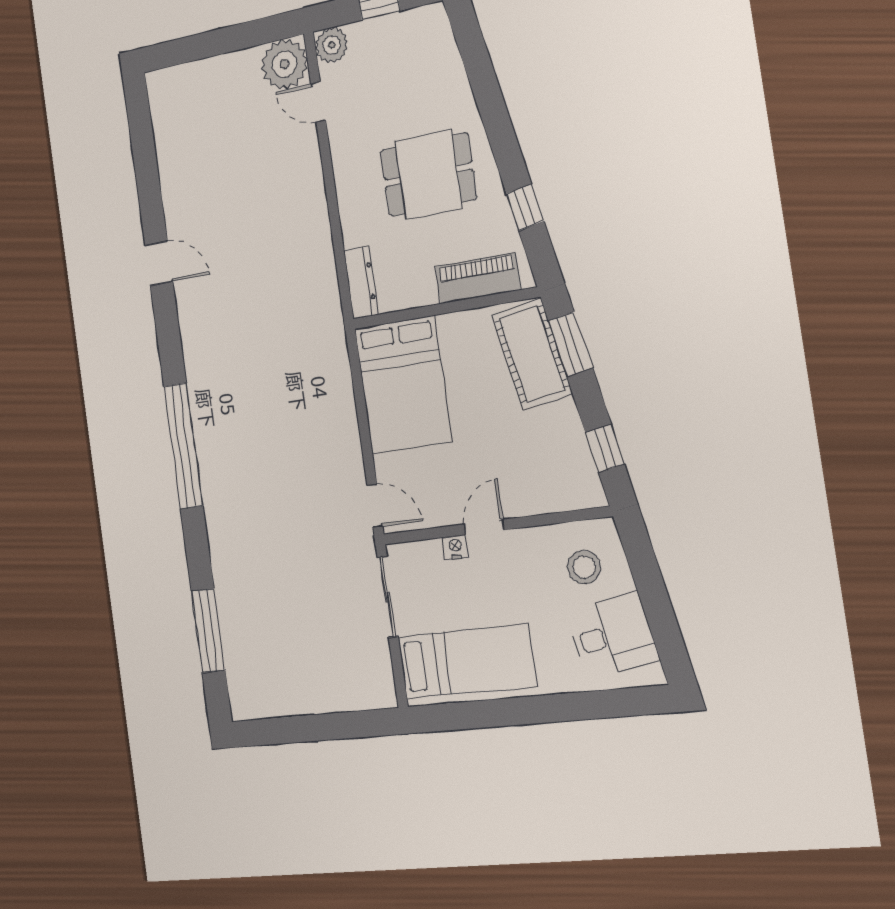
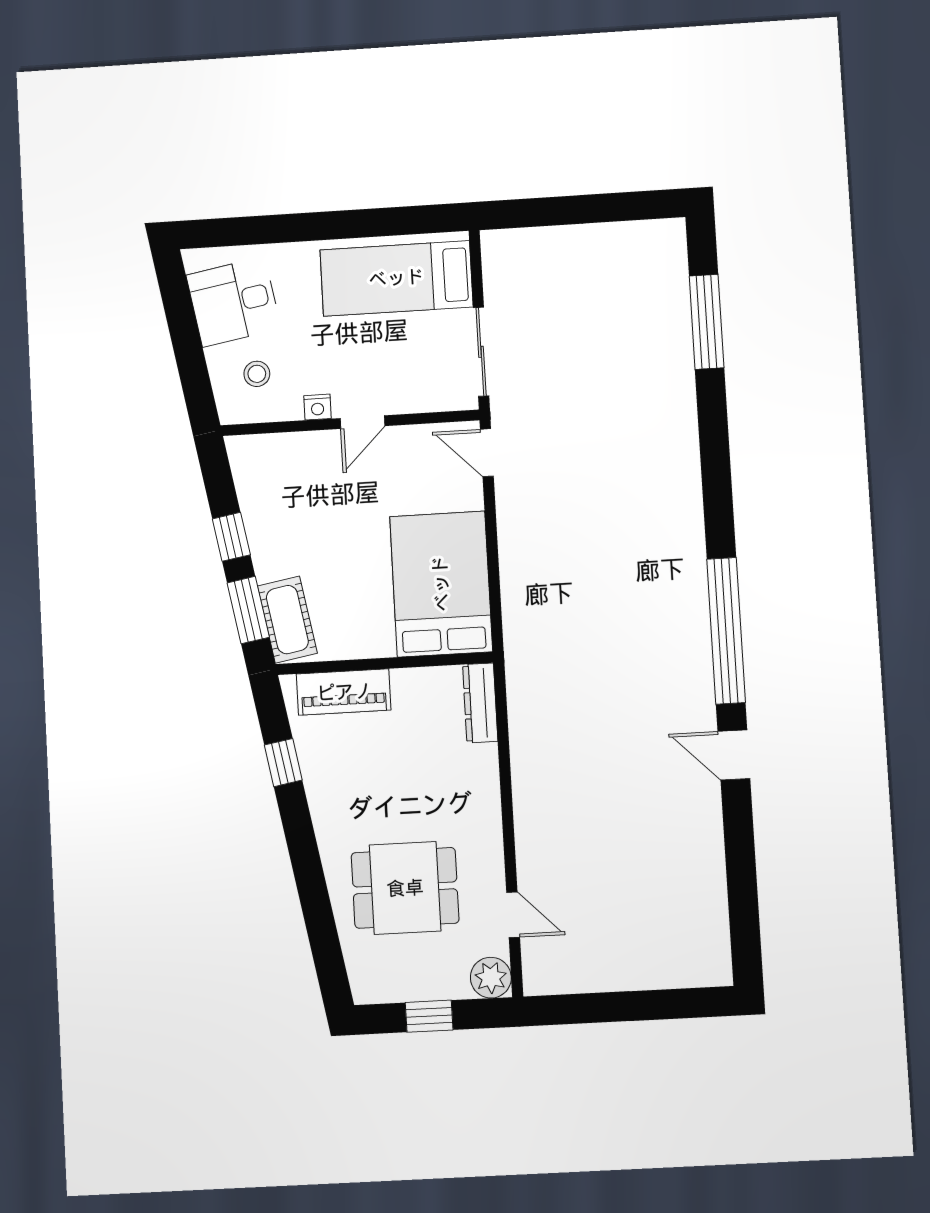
plant: (284, 64) -> (551, 966), removed
dining table: (428, 175) -> (405, 888), moved
cot: (532, 354) -> (287, 620), width x0.73, depth x0.75
window: (183, 446) -> (726, 631), moved
window: (605, 448) -> (231, 537), moved
nightstand: (455, 547) -> (317, 407), moved
stool: (584, 567) -> (257, 374), width x0.73, depth x0.73

